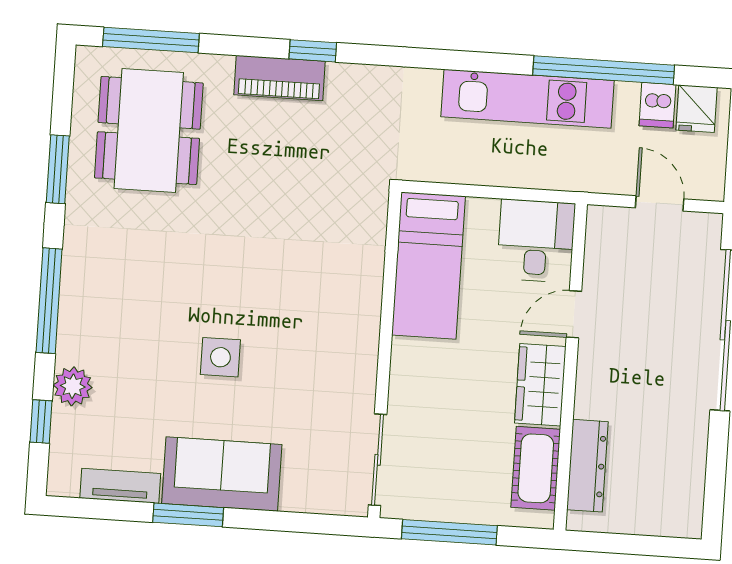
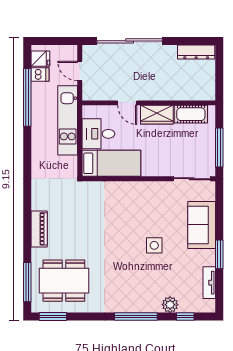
window: (313, 51) -> (27, 216), removed
kitchen unit: (528, 99) -> (68, 120), moved, turned 180
window: (58, 169) -> (53, 317), moved
door: (660, 203) -> (80, 71), hinge flipped
desk: (536, 241) -> (98, 134), moved
dresser: (587, 466) -> (196, 52), moved, turned 180
sofa: (222, 474) -> (202, 225), moved

